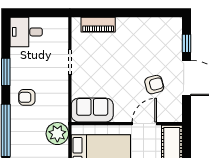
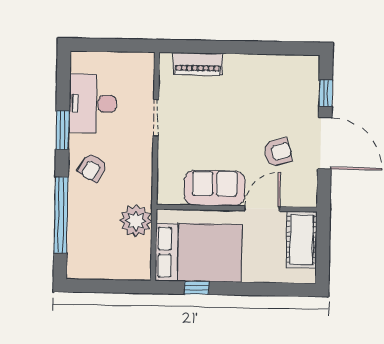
desk: (26, 32) -> (93, 104), moved, width x1.37
armchair: (27, 97) -> (93, 168), turned -60
sofa: (92, 110) -> (215, 188), moved

